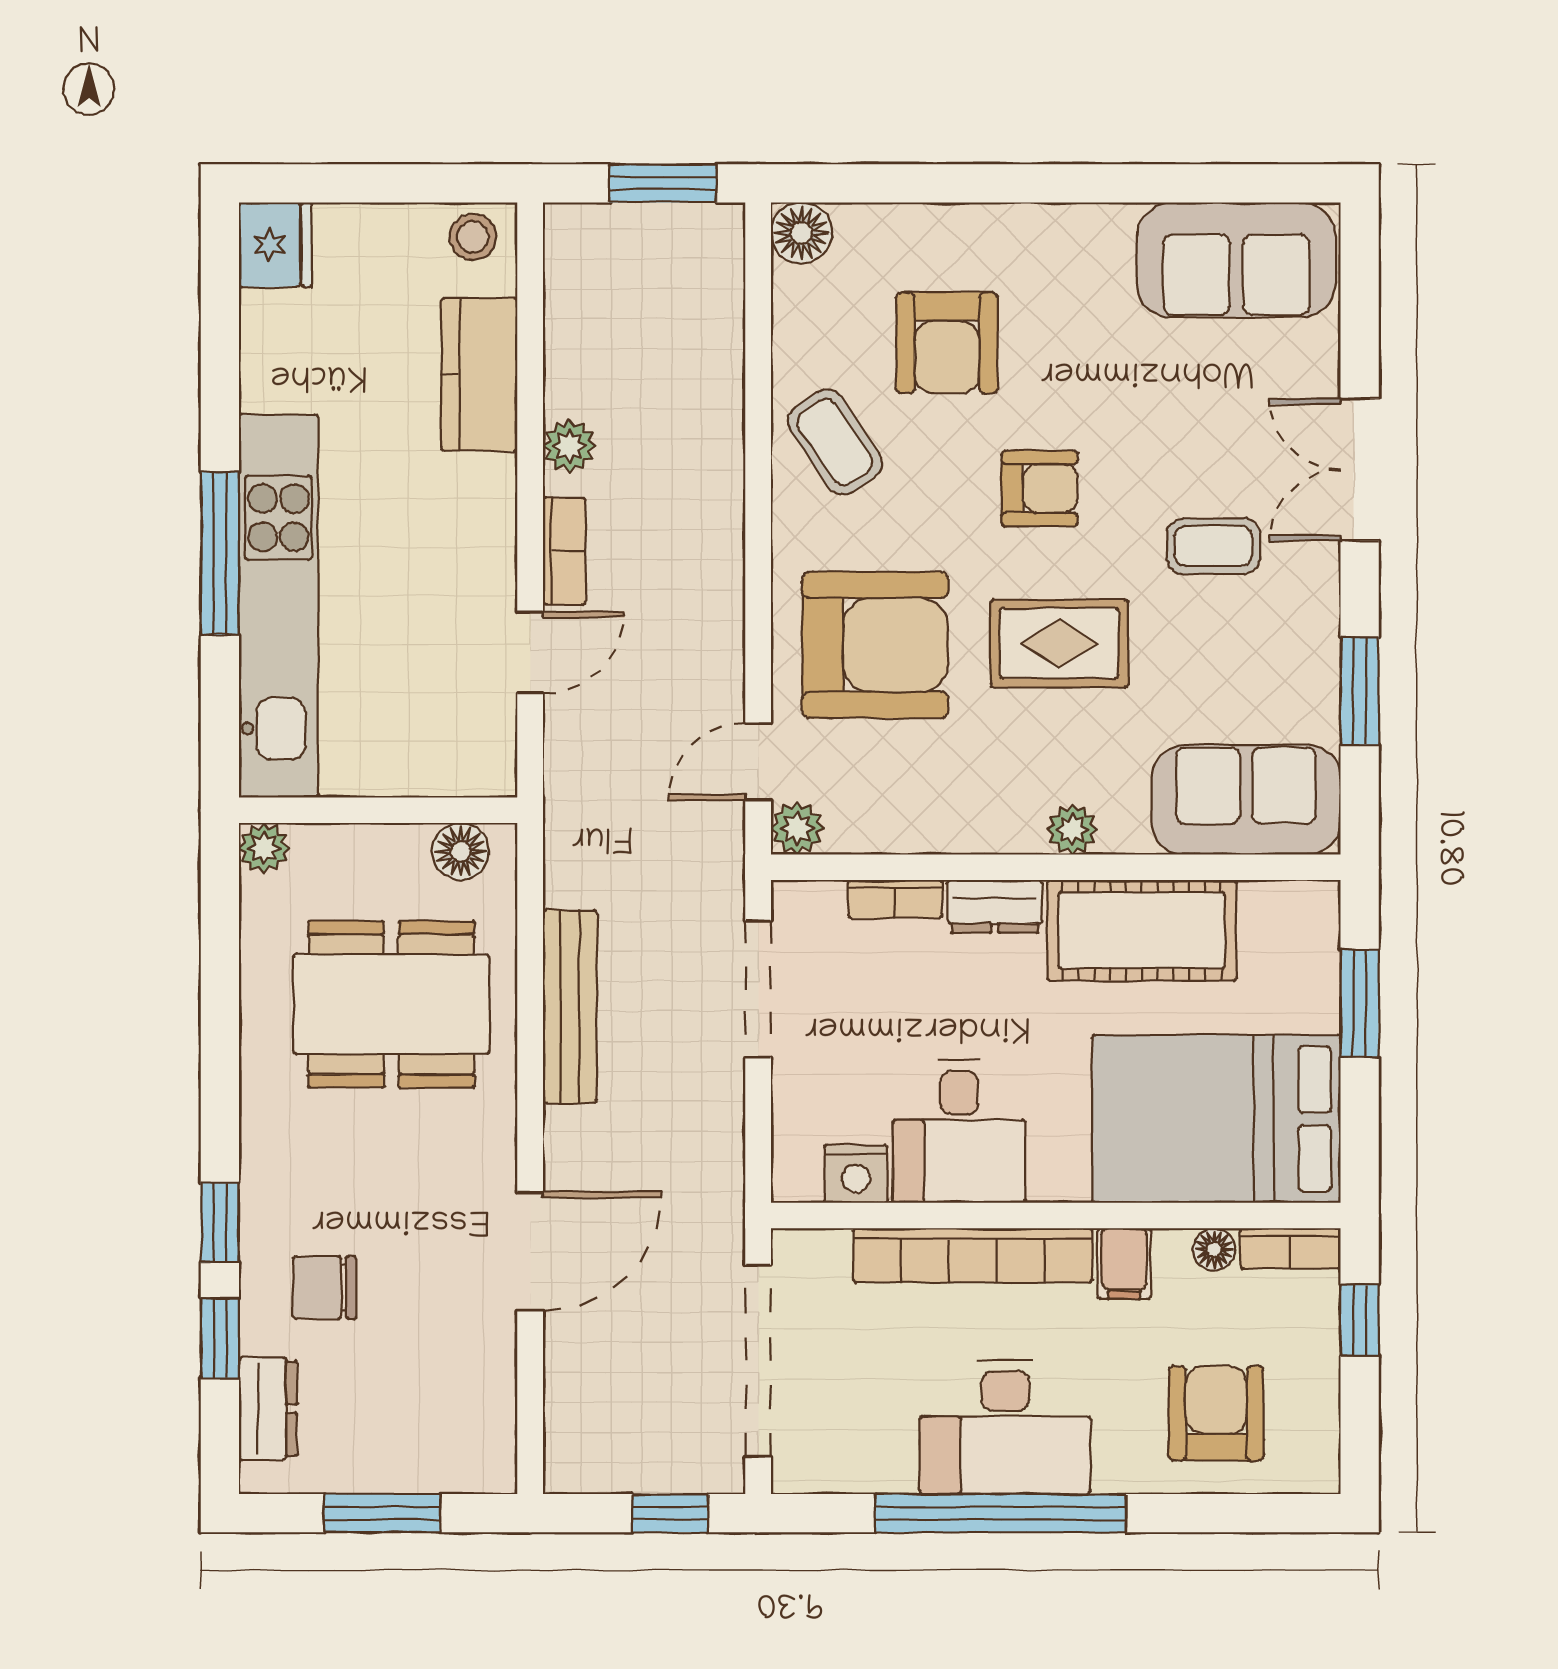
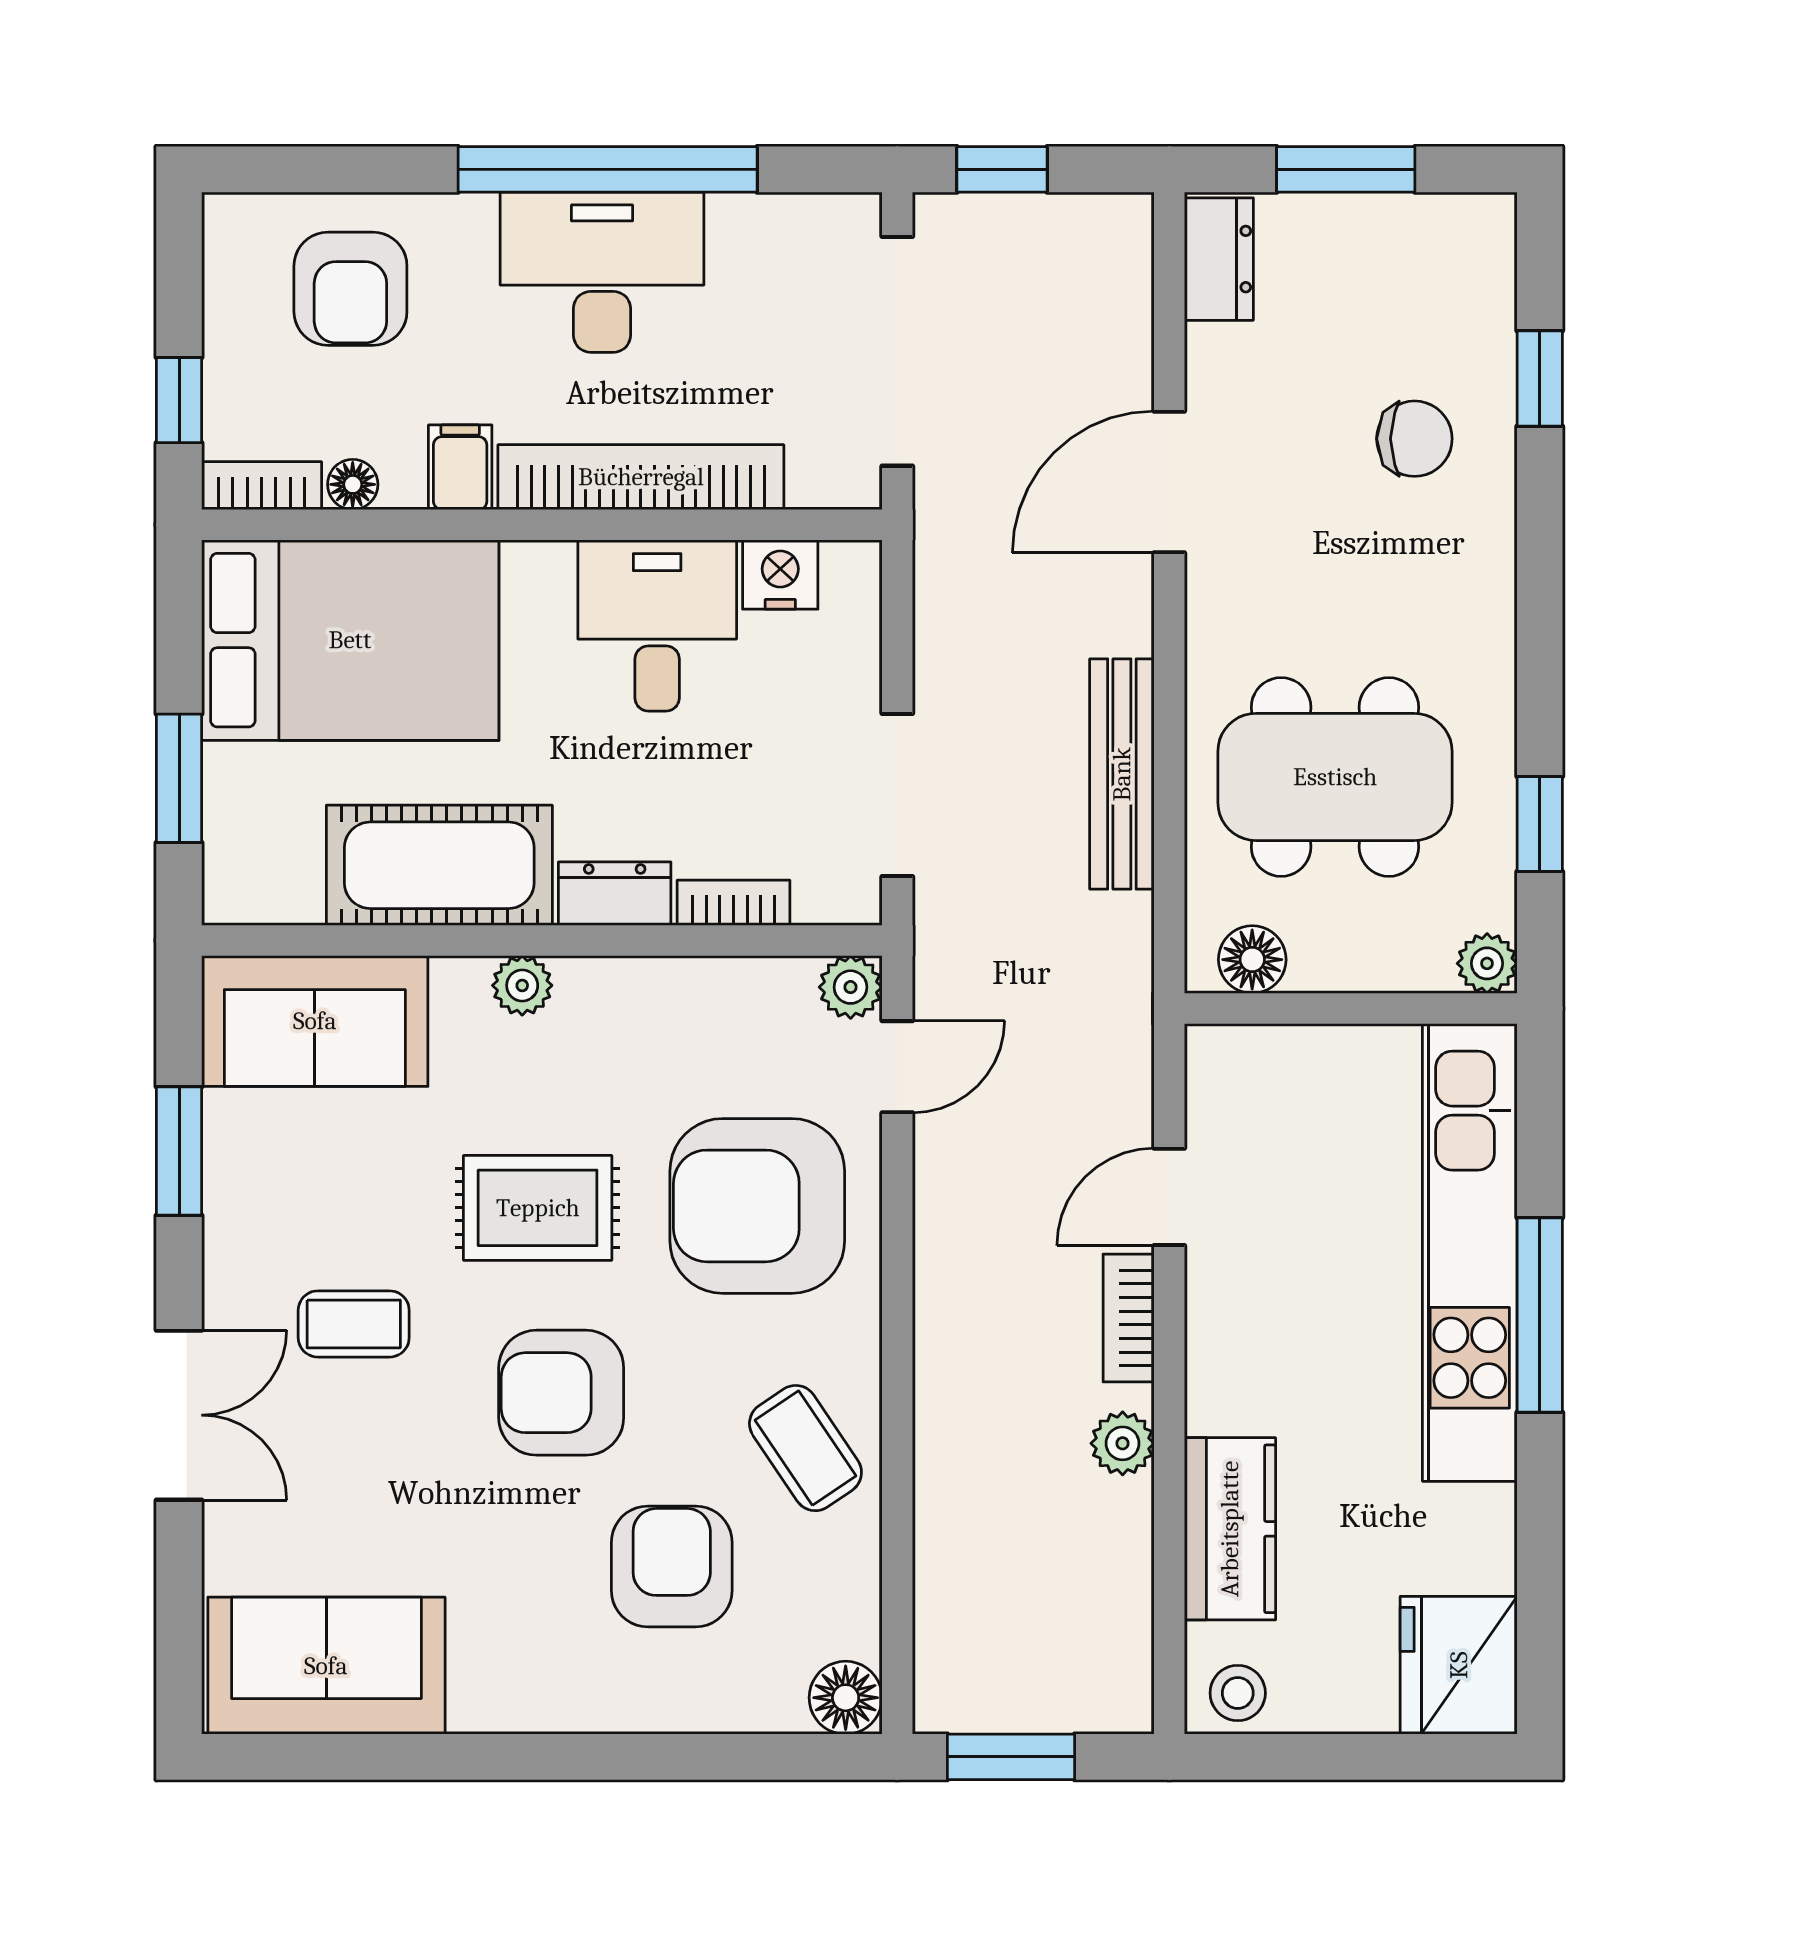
fridge: (275, 245) -> (1459, 1665), width x1.36, depth x1.34
armchair: (1040, 488) -> (561, 1393), width x1.38, depth x1.38
window: (220, 1222) -> (1540, 824), moved
dresser: (268, 1409) -> (1219, 259), moved, turned 180

